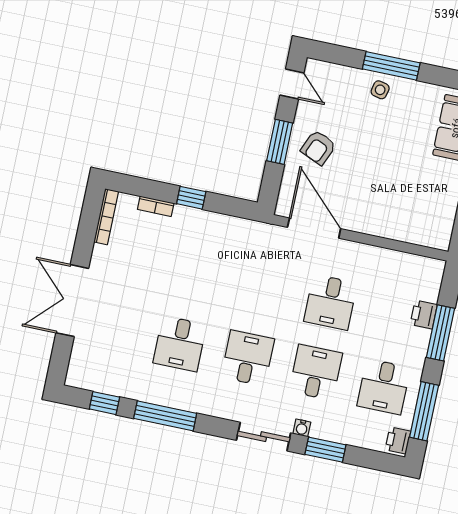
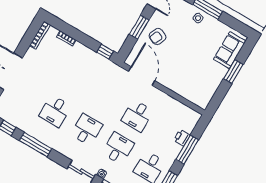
window: (191, 198) -> (105, 52), moved

